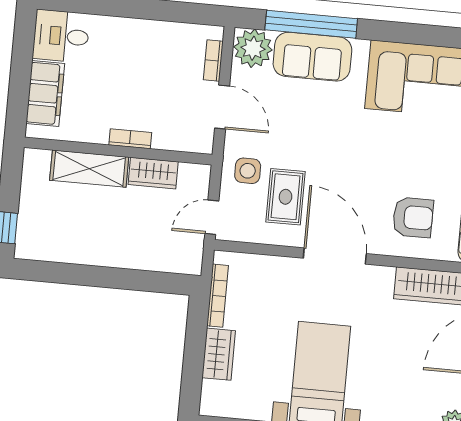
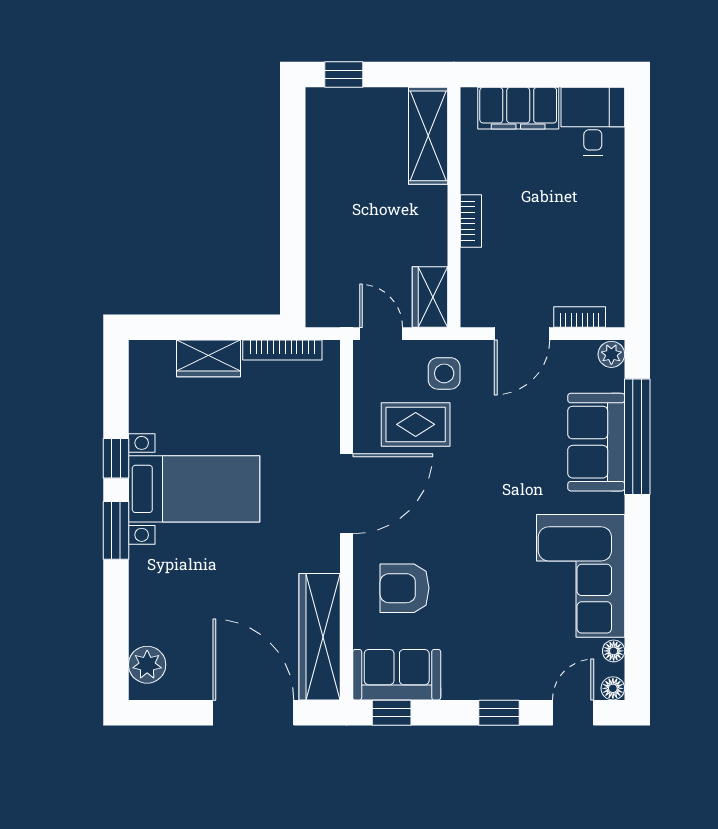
plant: (253, 48) -> (611, 354), width x0.53, depth x0.53
shelving: (89, 169) -> (428, 136), moved
wardrobe: (153, 173) -> (430, 297), moved
armchair: (413, 217) -> (405, 588), turned 90

